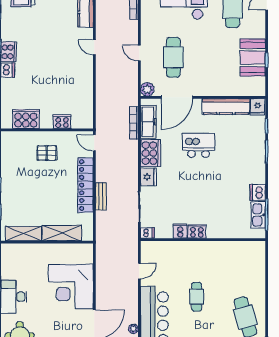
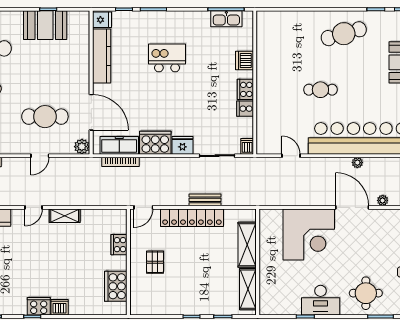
shelving: (87, 74) -> (65, 216), added
kitchen island: (199, 145) -> (167, 58), moved, turned 90
dishwasher: (258, 192) -> (245, 60), moved, turned 90

